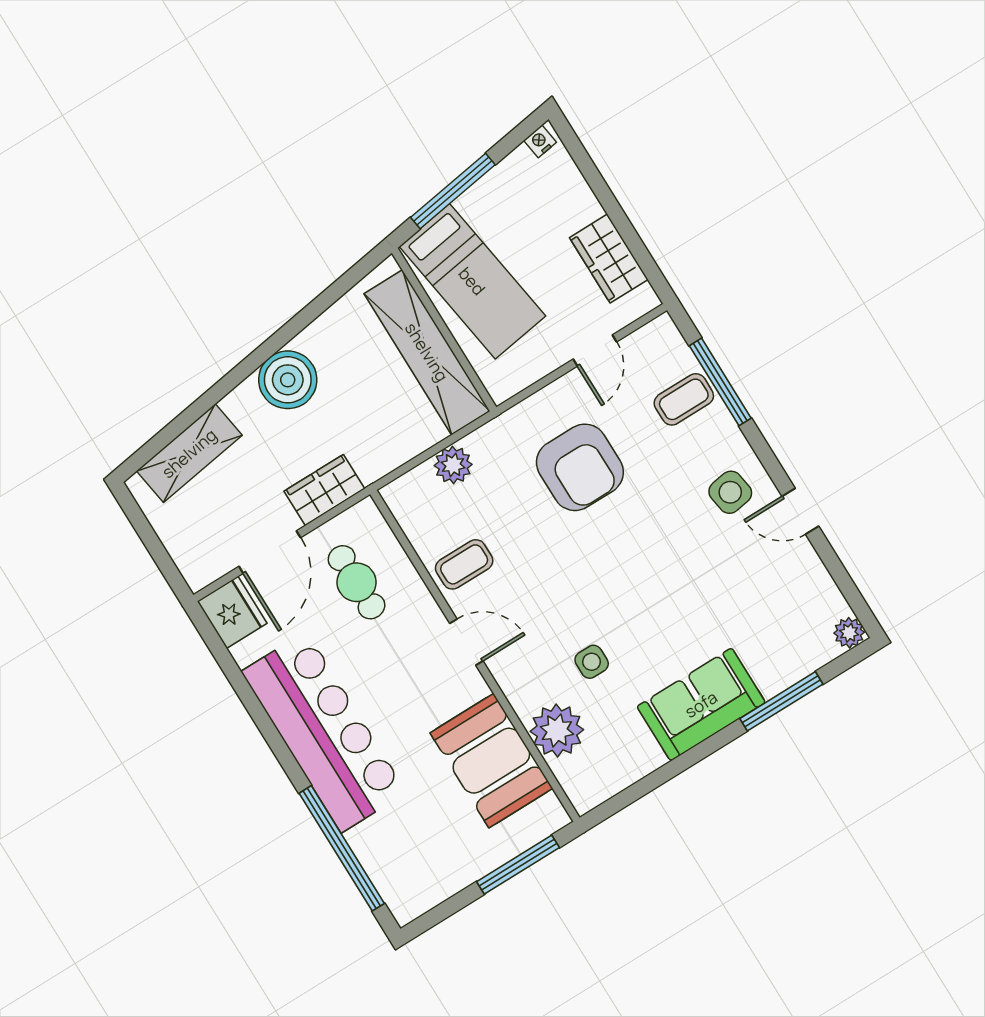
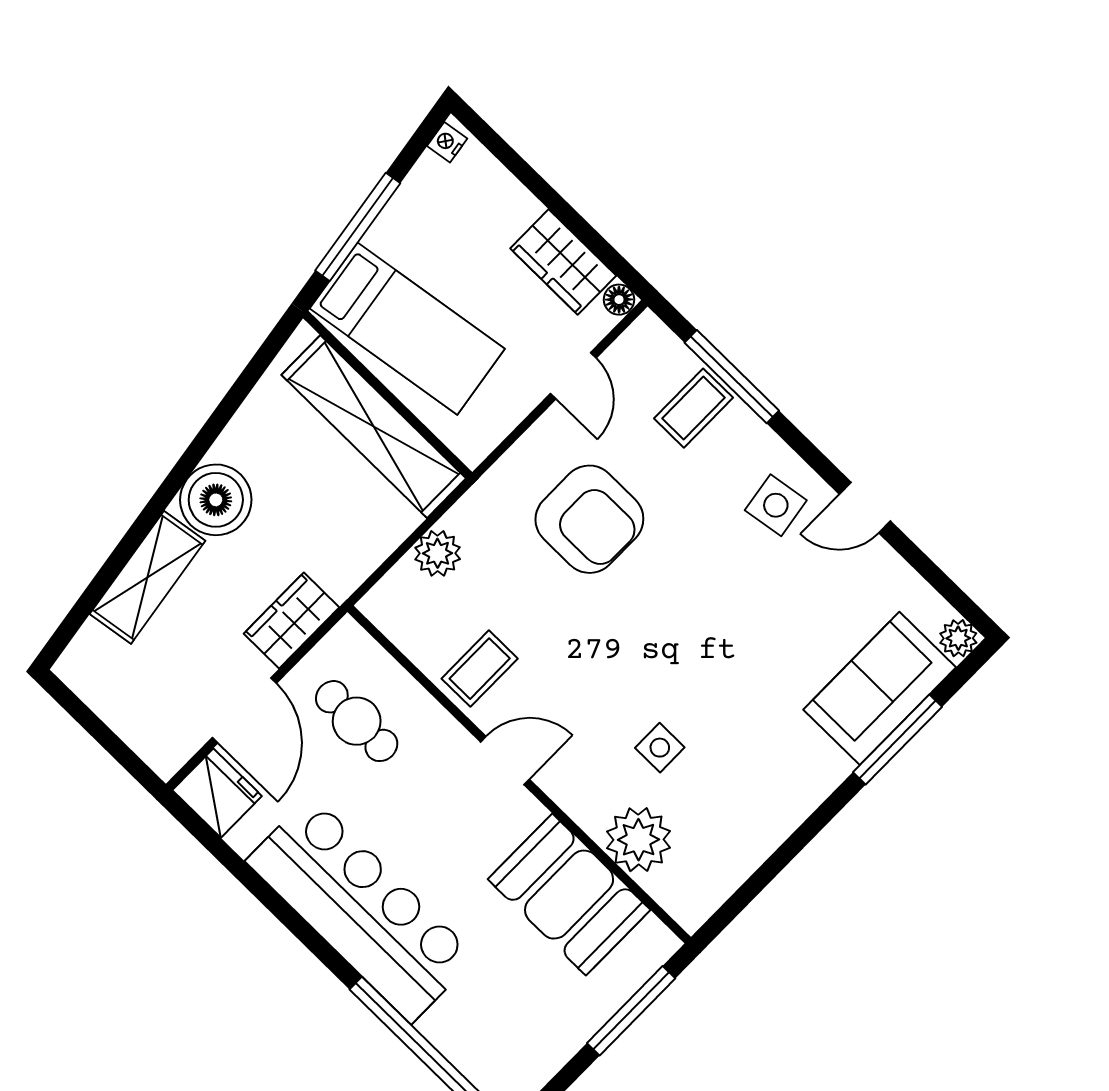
floor lamp: (646, 299) -> (619, 300), added
shelving: (189, 453) -> (148, 577), moved
sofa: (701, 704) -> (880, 688), moved

